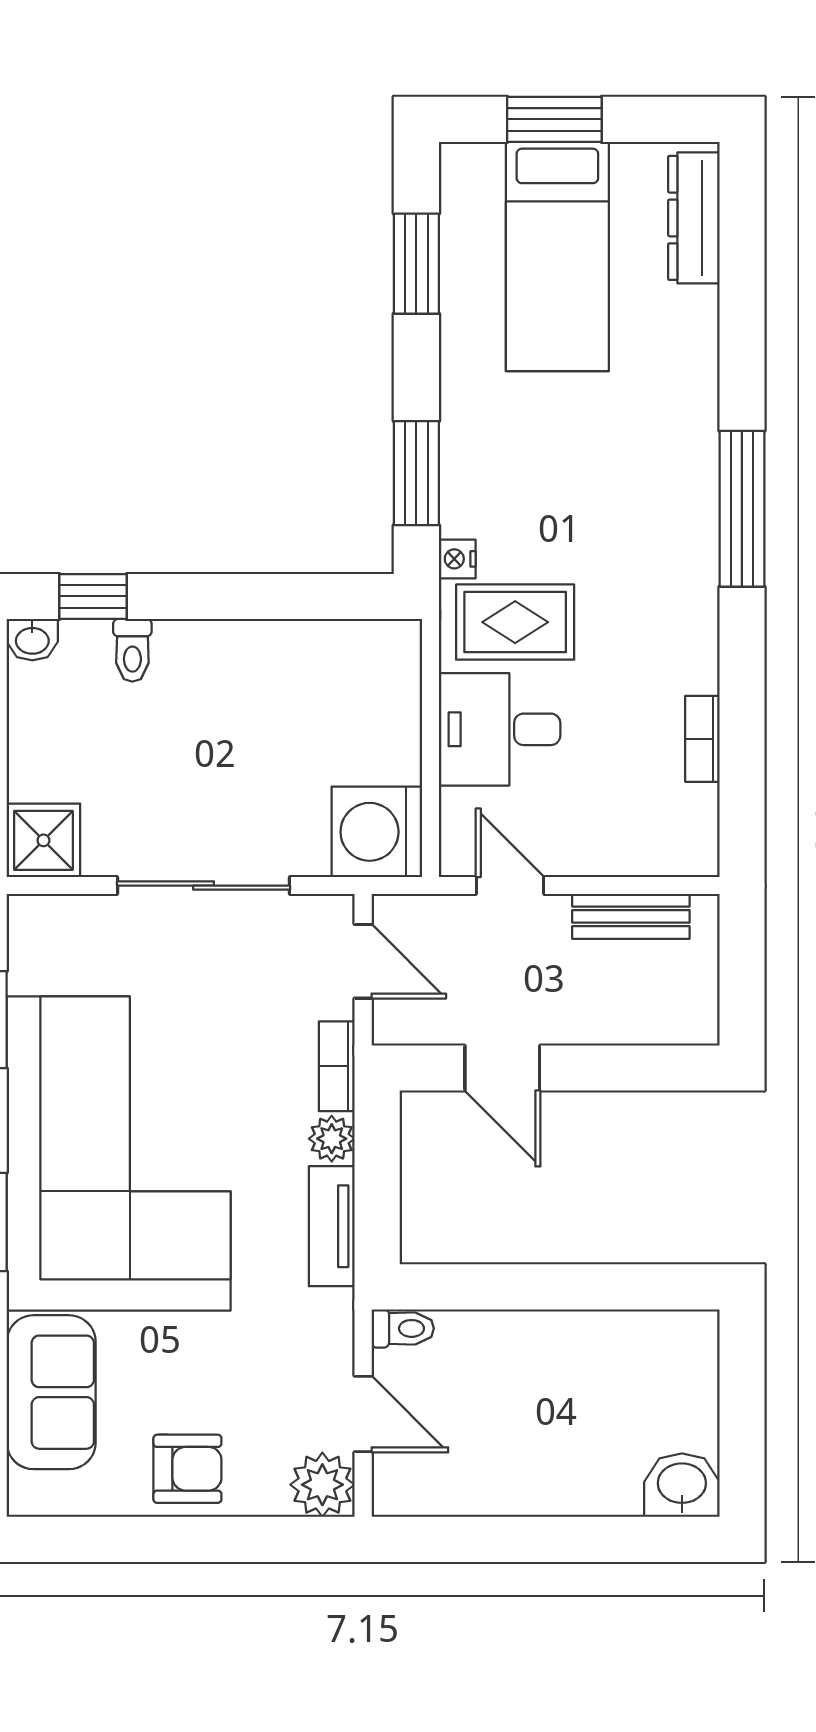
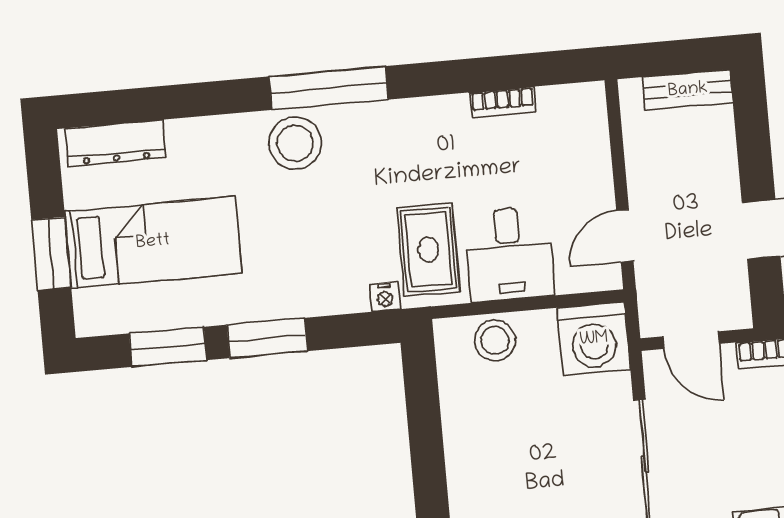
stool: (673, 457) -> (295, 143), added
window: (416, 473) -> (267, 338), moved
stool: (386, 700) -> (495, 340), added
bench: (631, 916) -> (688, 90), moved, turned 90
door: (363, 961) -> (691, 340), swing flipped

